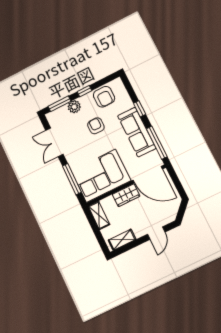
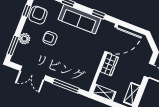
window: (85, 91) -> (26, 11), moved
armchair: (104, 97) -> (38, 15), turned -90
window: (157, 143) -> (98, 14), width x0.46
corner sofa: (101, 176) -> (82, 67), removed

